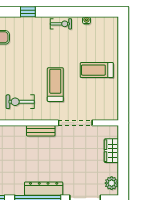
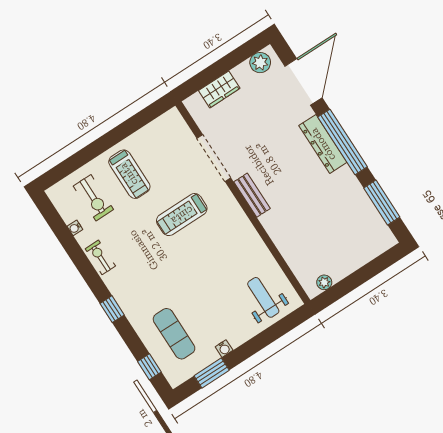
exercise bike: (20, 102) -> (93, 198), moved

